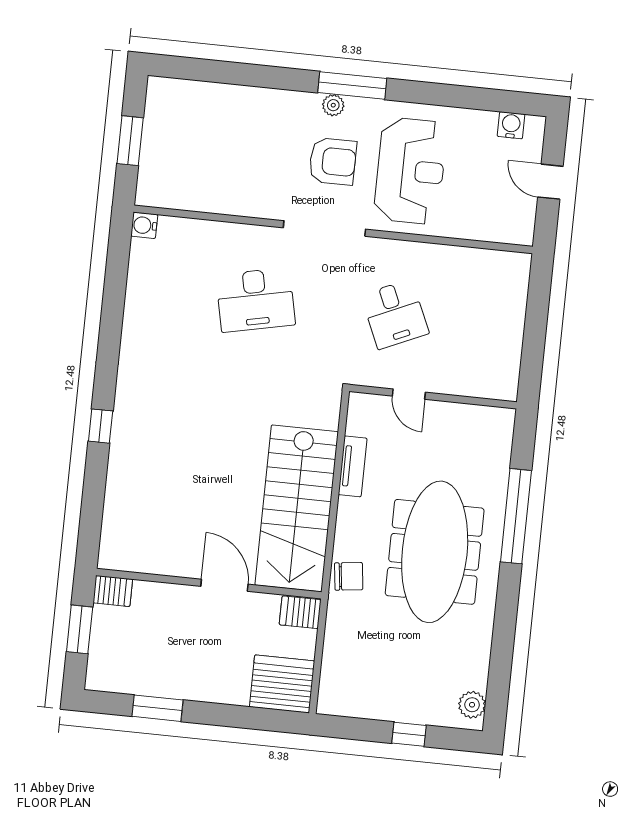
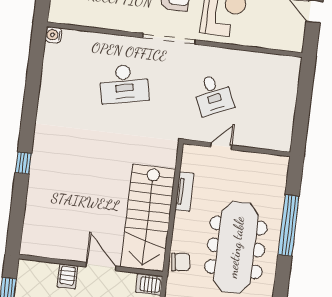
door: (409, 394) -> (221, 146), swing flipped
server rack: (113, 591) -> (68, 276), moved, turned 90

